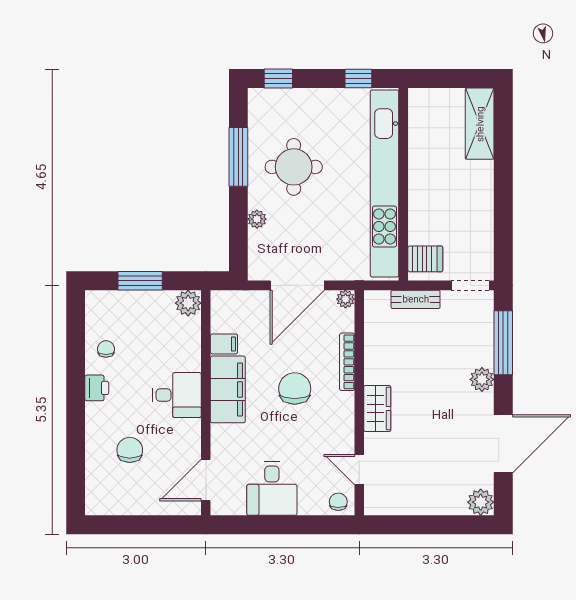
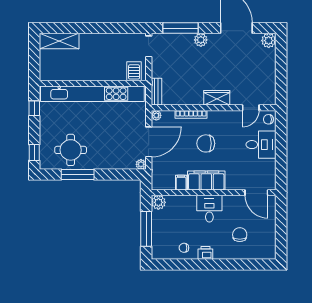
round table: (294, 167) -> (71, 150), moved
plant: (257, 219) -> (141, 164), moved
window: (140, 281) -> (146, 229), width x1.44
door: (297, 285) -> (149, 142), hinge flipped
bench: (416, 299) -> (156, 92), moved
chair: (130, 450) -> (240, 235), turned 90
desk: (272, 489) -> (261, 145), moved

